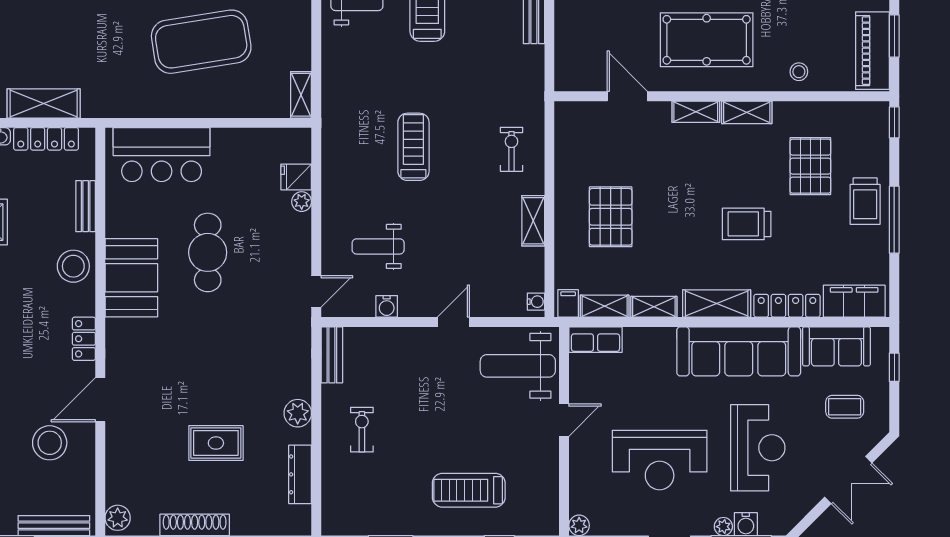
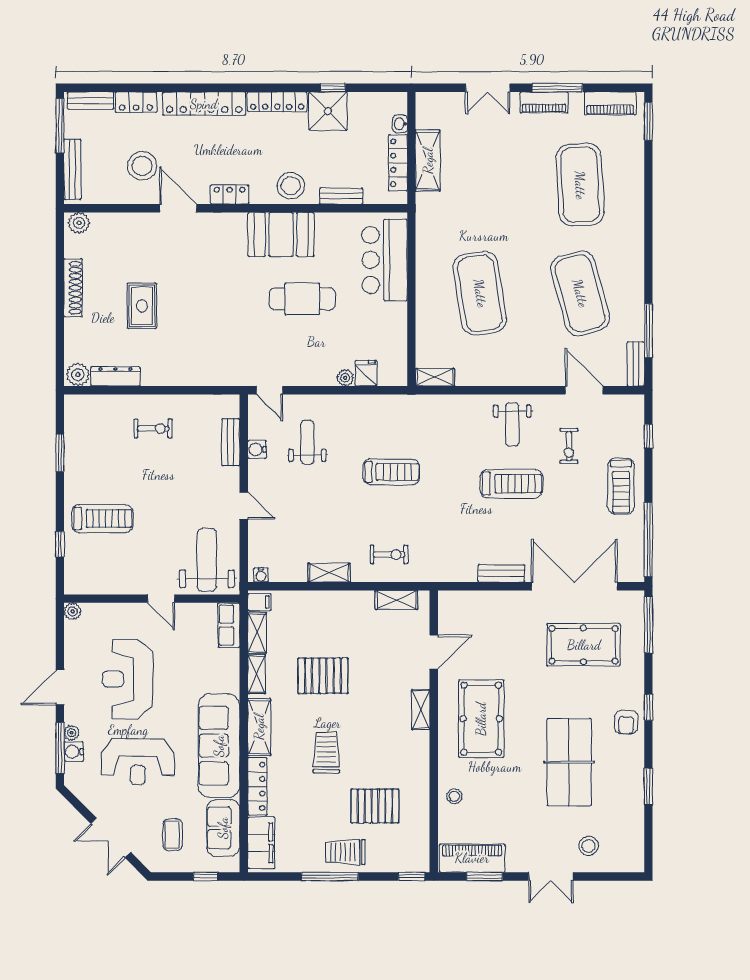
shelving: (747, 112) -> (396, 600), moved, turned 90
pallet: (611, 217) -> (323, 676), moved
bench: (332, 355) -> (231, 442), moved, turned 90
plant: (298, 413) -> (78, 375), moved
treadmill: (469, 490) -> (102, 518), turned 90

